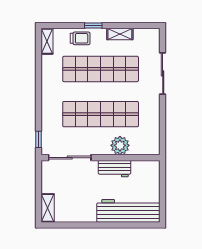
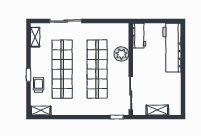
shelving: (120, 34) -> (35, 37), moved
workbench: (115, 169) -> (139, 36), moved
shelving: (48, 208) -> (157, 110), moved

